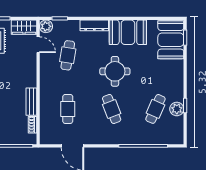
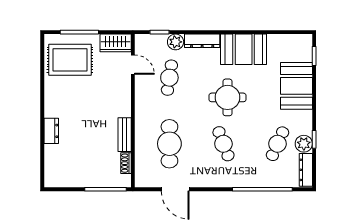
plant: (46, 26) -> (176, 42), moved
booth: (171, 40) -> (296, 86), moved
cafe table: (68, 109) -> (169, 144), width x1.37, depth x1.35
dresser: (178, 130) -> (306, 170), added

